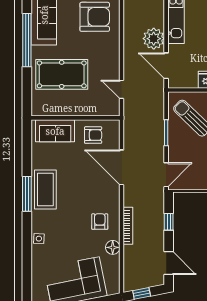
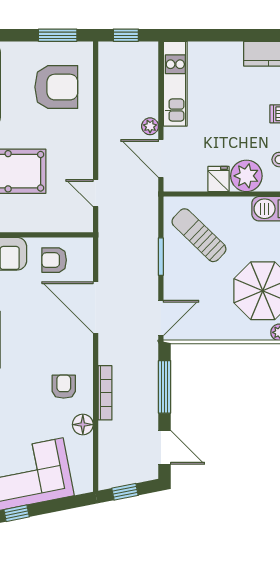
plant: (154, 39) -> (150, 126), width x0.53, depth x0.53
armchair: (93, 135) -> (54, 260), turned 180
window: (169, 222) -> (165, 387), width x2.17

